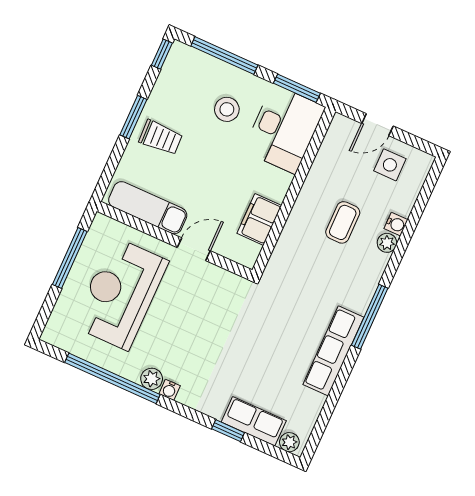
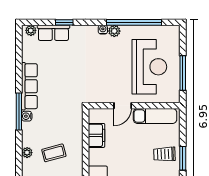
coffee table: (343, 222) -> (54, 153), turned 75
water cooler: (396, 224) -> (27, 116), moved

